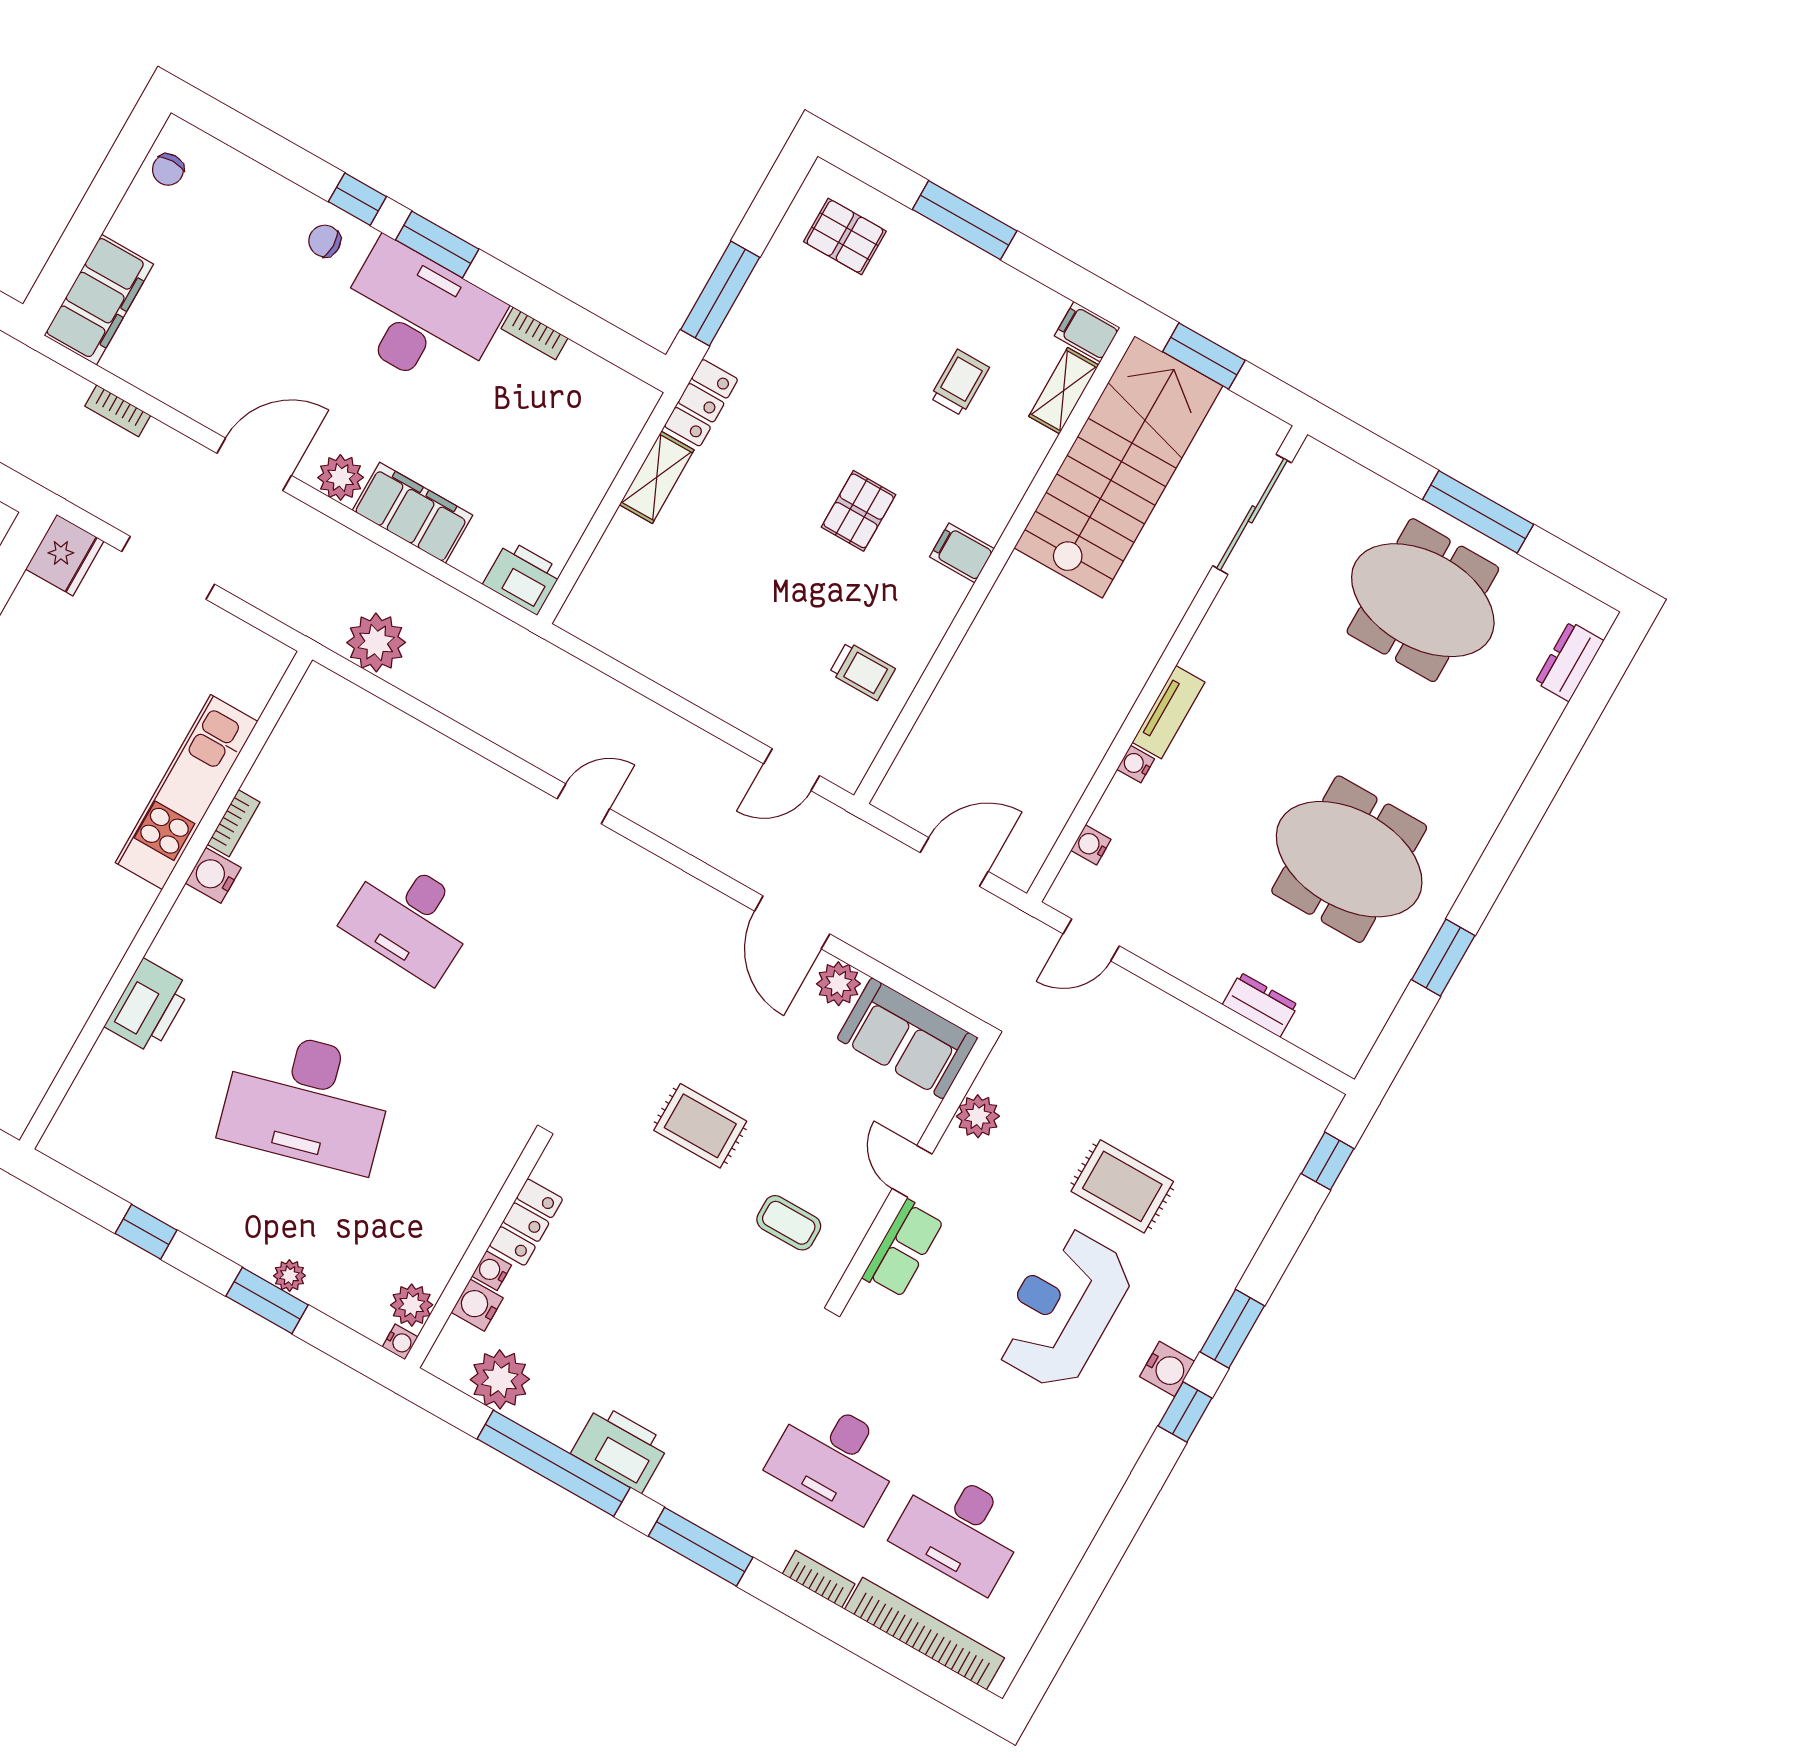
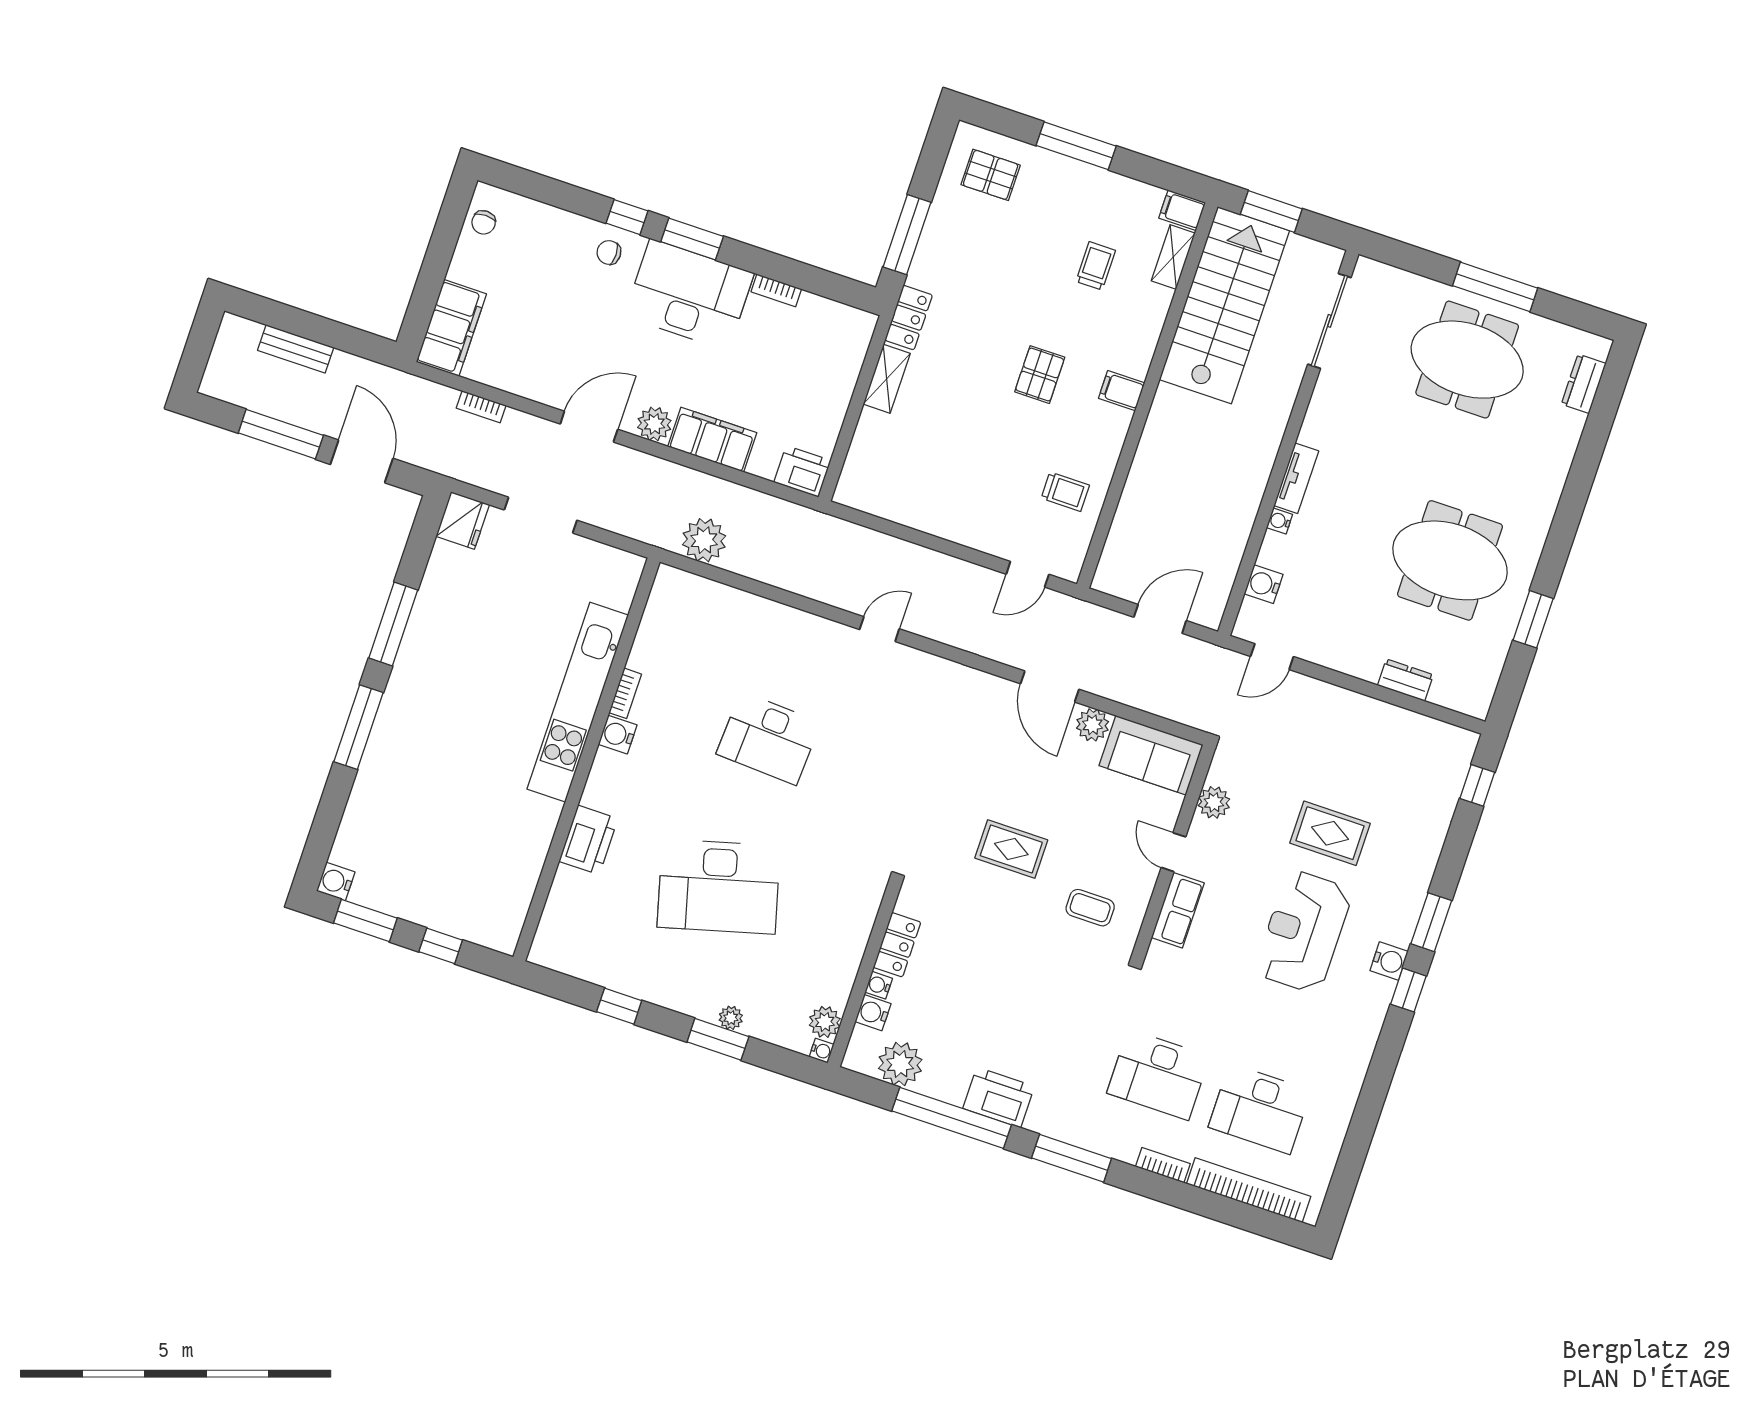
kitchen unit: (187, 792) -> (578, 702), width x1.36
water cooler: (1091, 845) -> (1264, 584), width x1.38, depth x1.38

